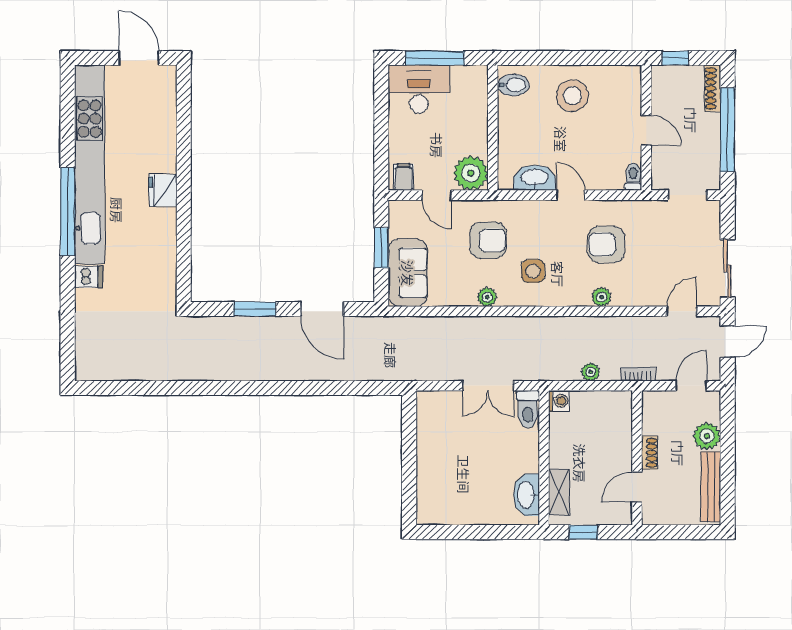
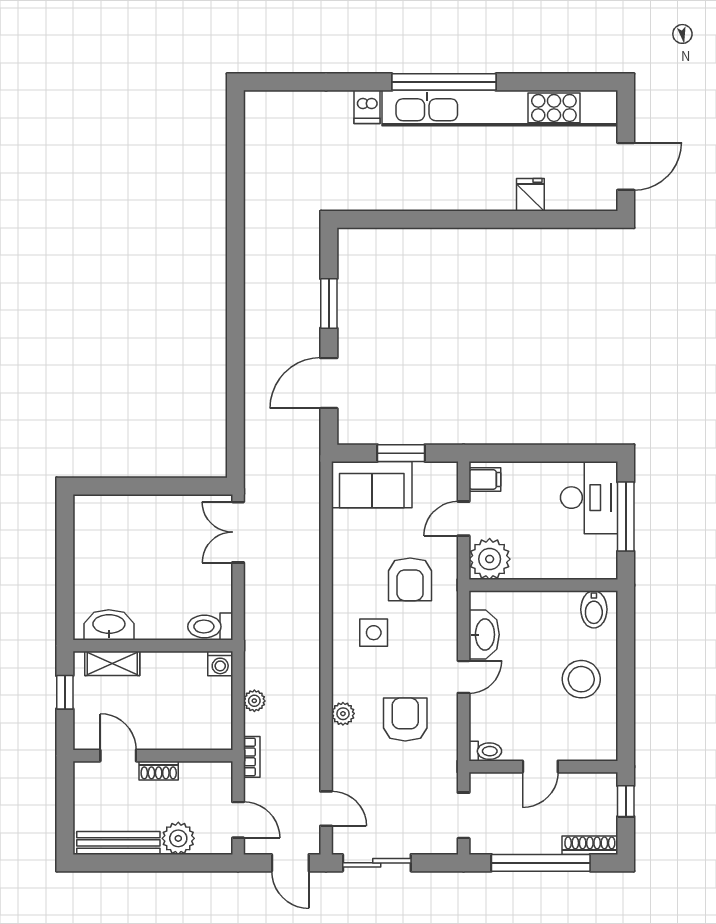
fridge: (163, 190) -> (530, 195), moved, width x0.72
plant: (487, 297) -> (343, 578), removed
double door: (488, 386) -> (238, 532), moved

